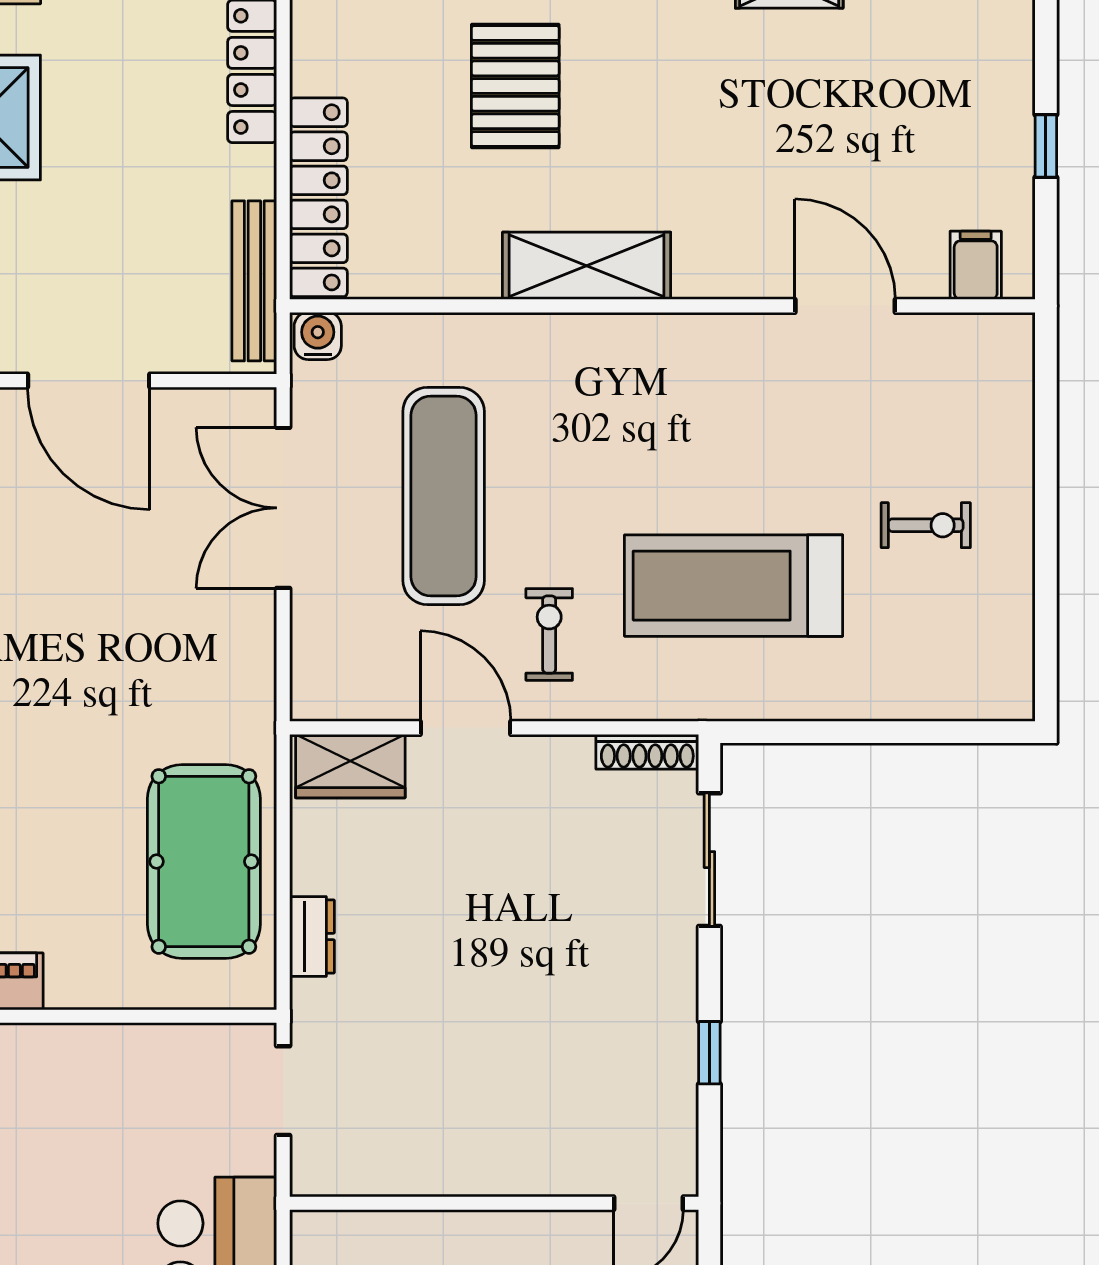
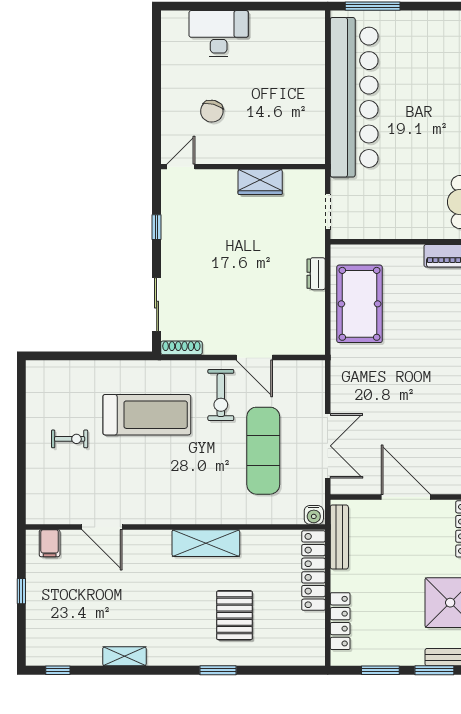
exercise bike: (926, 525) -> (70, 439), turned 180
exercise bike: (549, 634) -> (221, 395), width x1.38, depth x1.39
wardrobe: (350, 766) -> (260, 182), moved, turned 180

